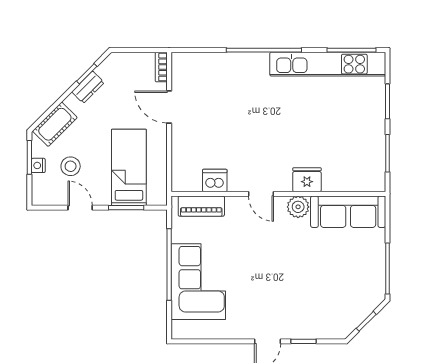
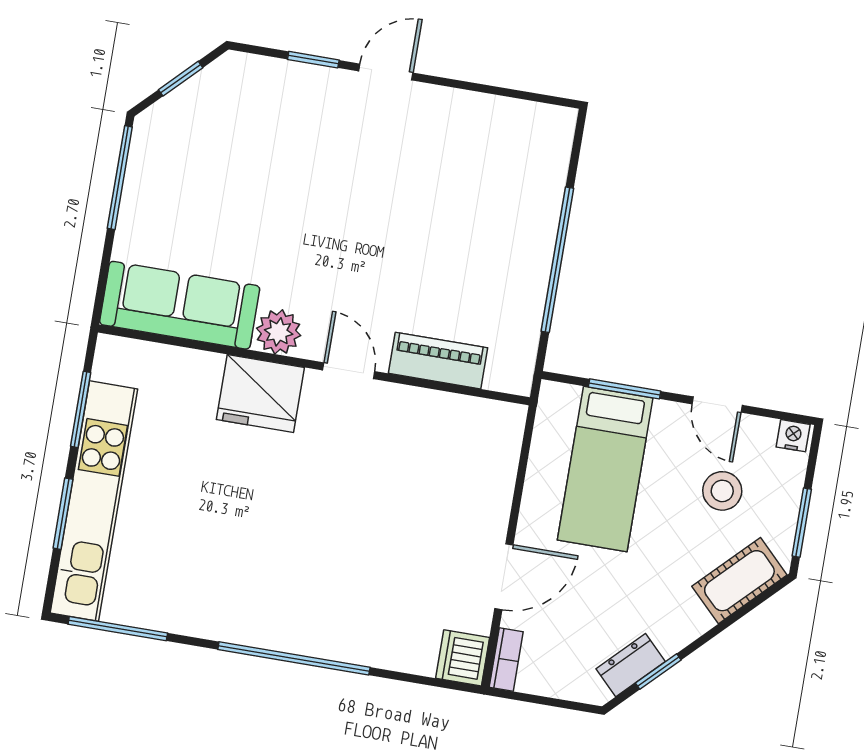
kitchen unit: (328, 64) -> (94, 501), moved, turned 90
dresser: (88, 87) -> (631, 665), moved
door: (169, 107) -> (504, 577), hinge flipped
nightstand: (38, 165) -> (793, 436), moved, turned -90
fridge: (307, 180) -> (260, 393), width x1.36, depth x1.34
dishwasher: (215, 181) -> (463, 658), moved, turned 90
piano: (201, 206) -> (438, 361), moved
corner sofa: (198, 282) -> (505, 215), removed

